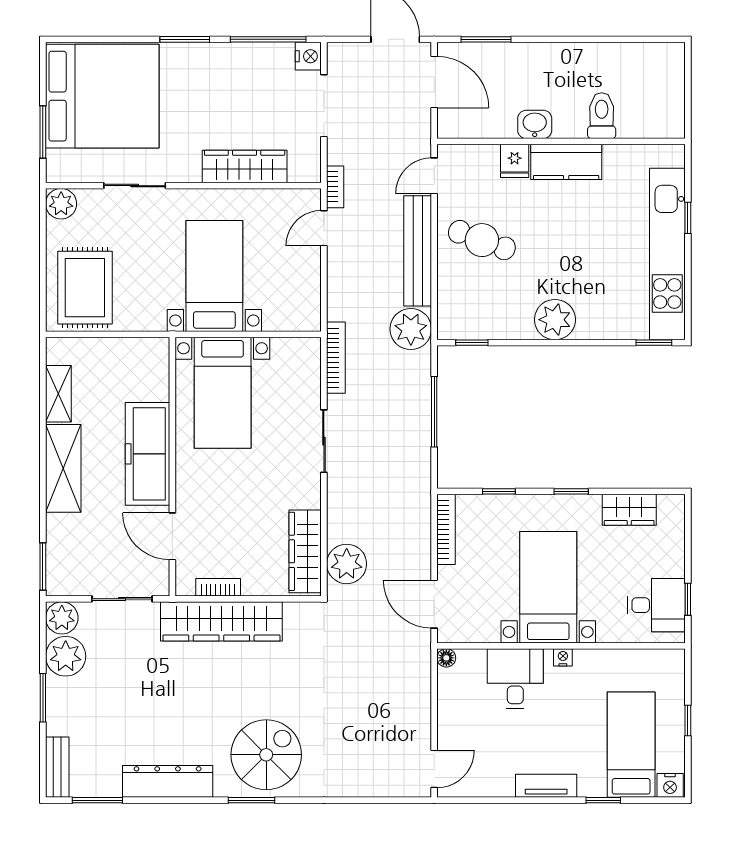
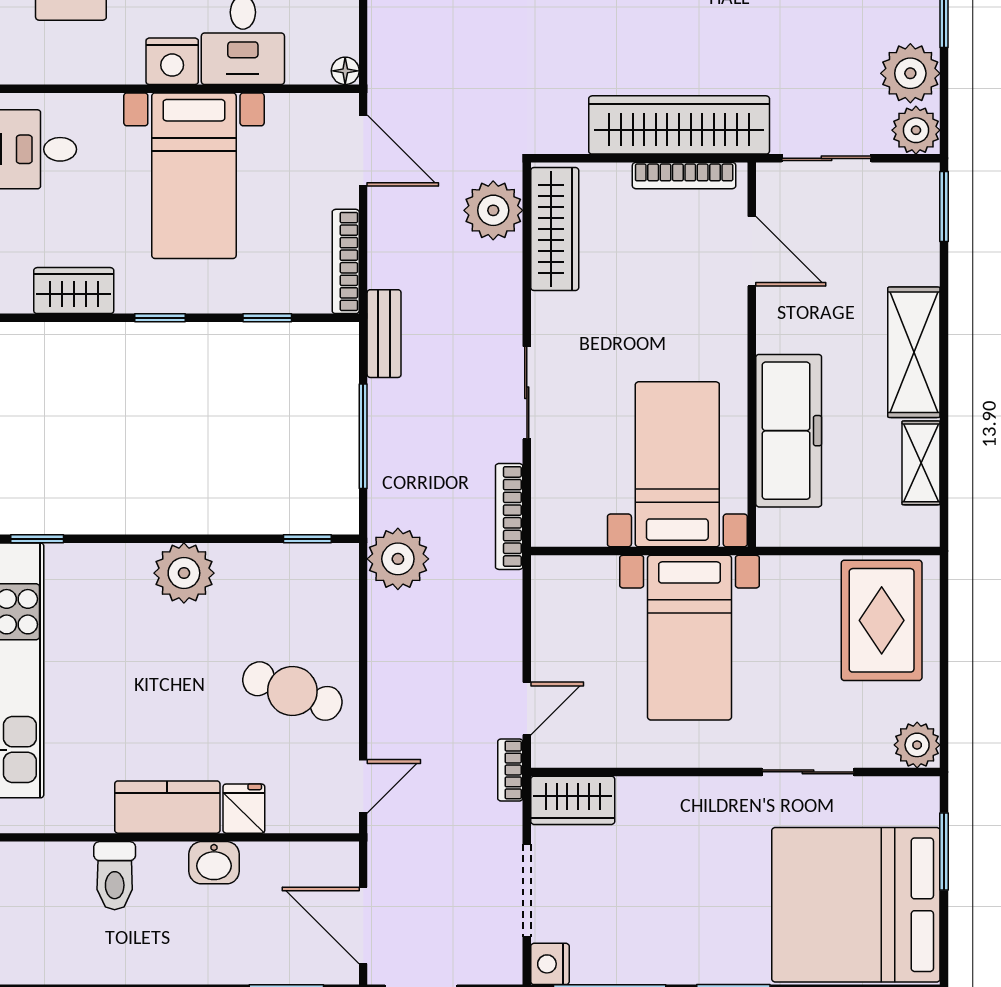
wardrobe: (245, 166) -> (573, 800), moved, width x0.67
bench: (418, 251) -> (384, 334), moved, width x0.54, depth x0.82
freezer: (148, 454) -> (789, 431), moved
bookcase: (218, 587) -> (684, 176), width x1.56
nightstand: (563, 657) -> (172, 61), width x1.89, depth x1.79

